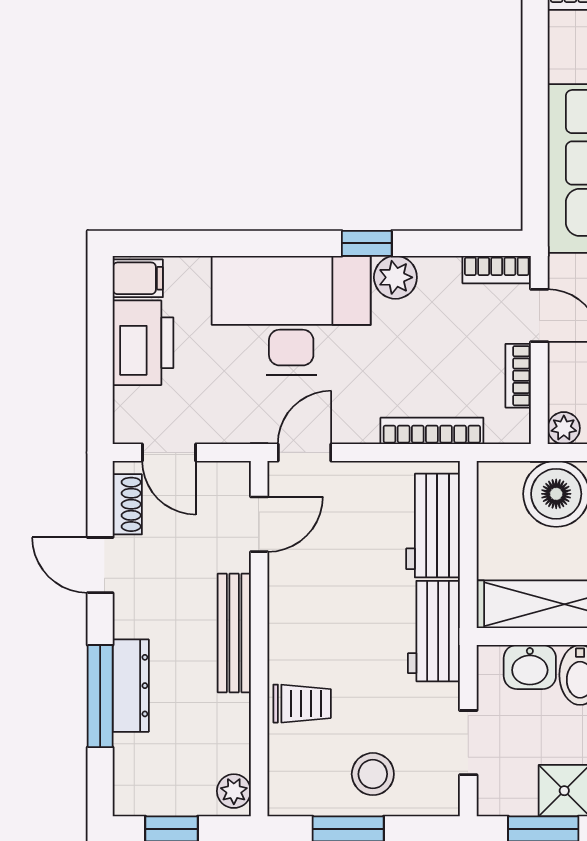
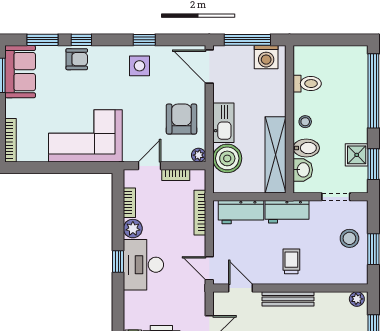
window: (367, 243) -> (118, 261), moved
bookcase: (497, 270) -> (129, 203), moved
desk: (291, 315) -> (143, 265), width x0.73, depth x0.77
trolley: (302, 704) -> (291, 261), moved

